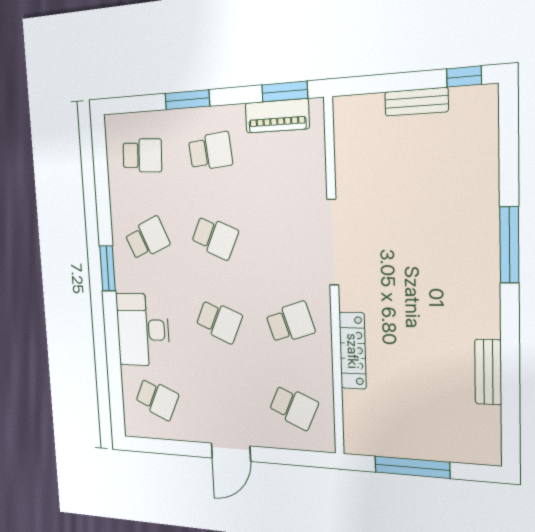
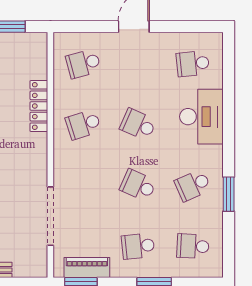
doorway: (333, 242) -> (50, 216), moved
window: (108, 268) -> (229, 194), moved
school desk: (157, 399) -> (193, 64), turned -30
school desk: (294, 407) -> (83, 64), turned -39

